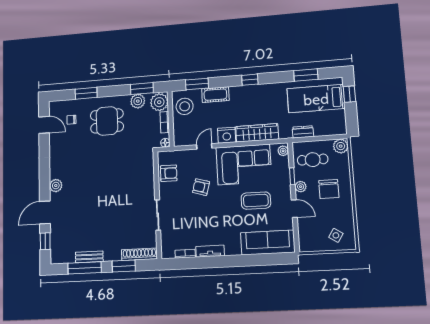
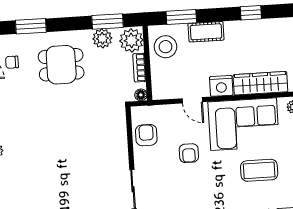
door: (204, 146) -> (192, 100), swing flipped
armchair: (169, 173) -> (146, 135), turned -90
armchair: (201, 187) -> (189, 153), turned -106

